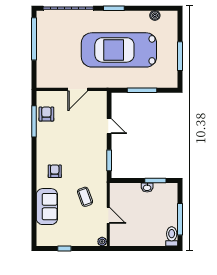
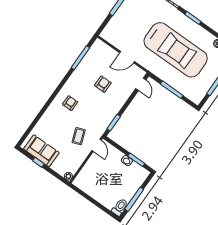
car: (119, 50) -> (176, 50), turned 180
armchair: (46, 114) -> (103, 84), moved
door: (109, 126) -> (141, 84), moved
sofa: (47, 207) -> (41, 151), moved, turned -90
door: (108, 215) -> (97, 145), moved

